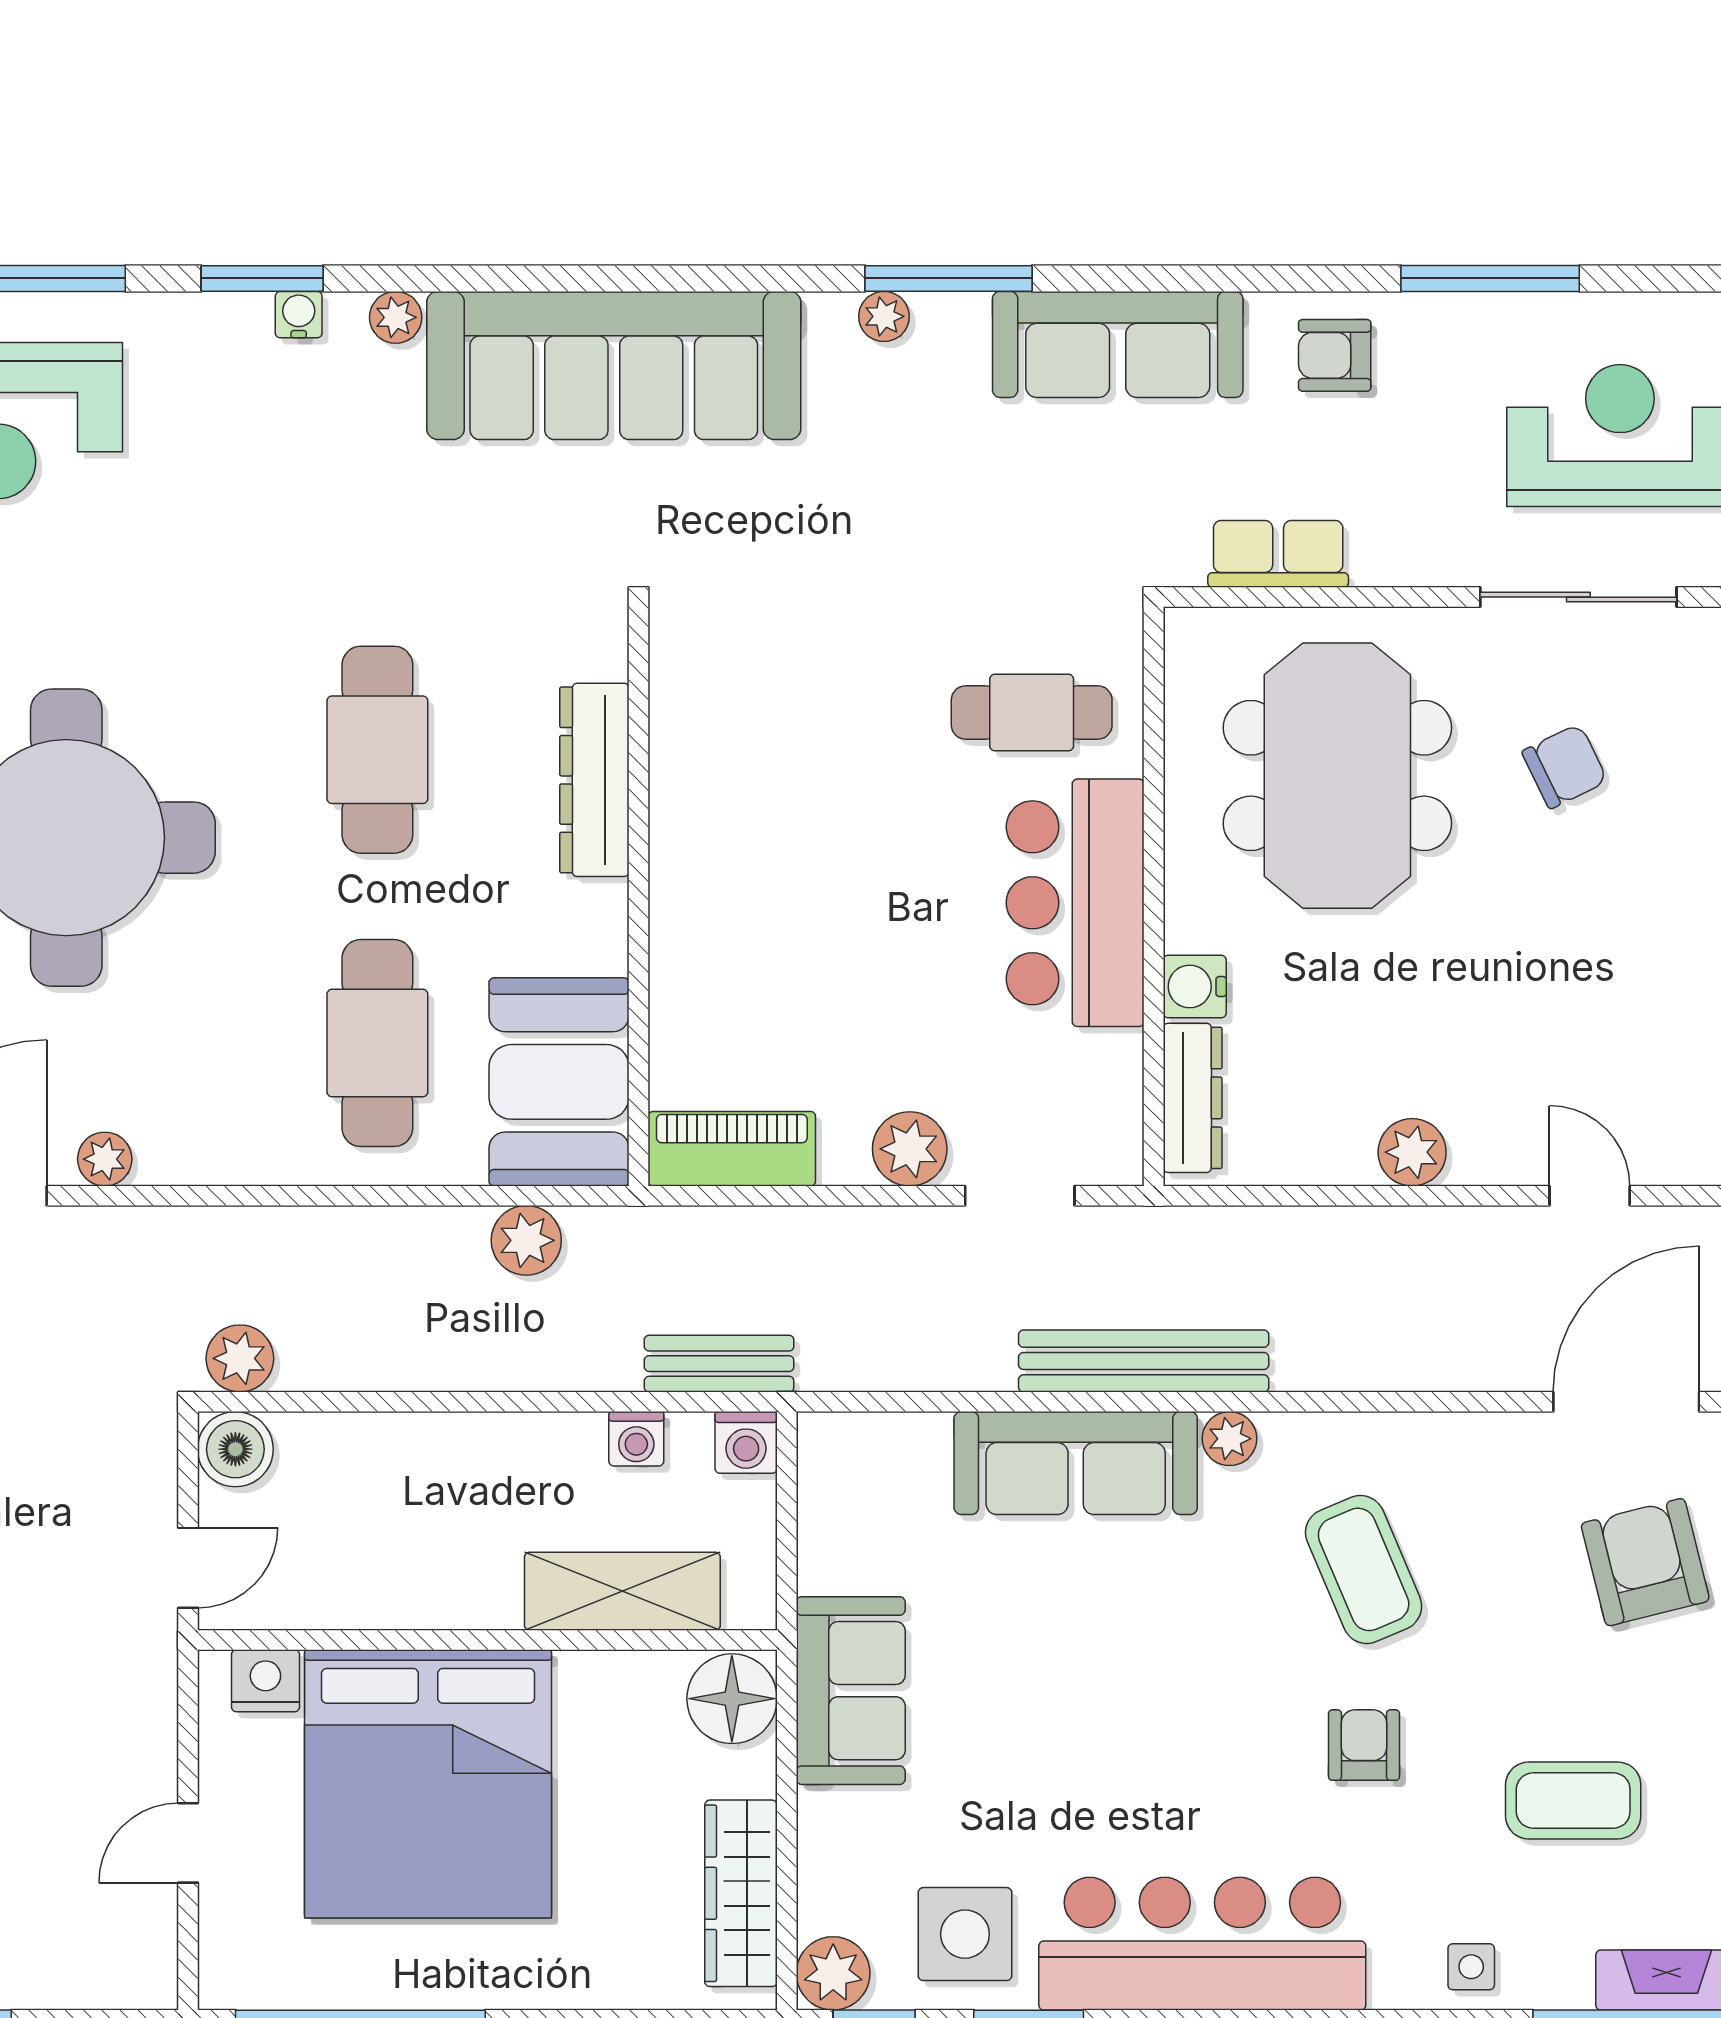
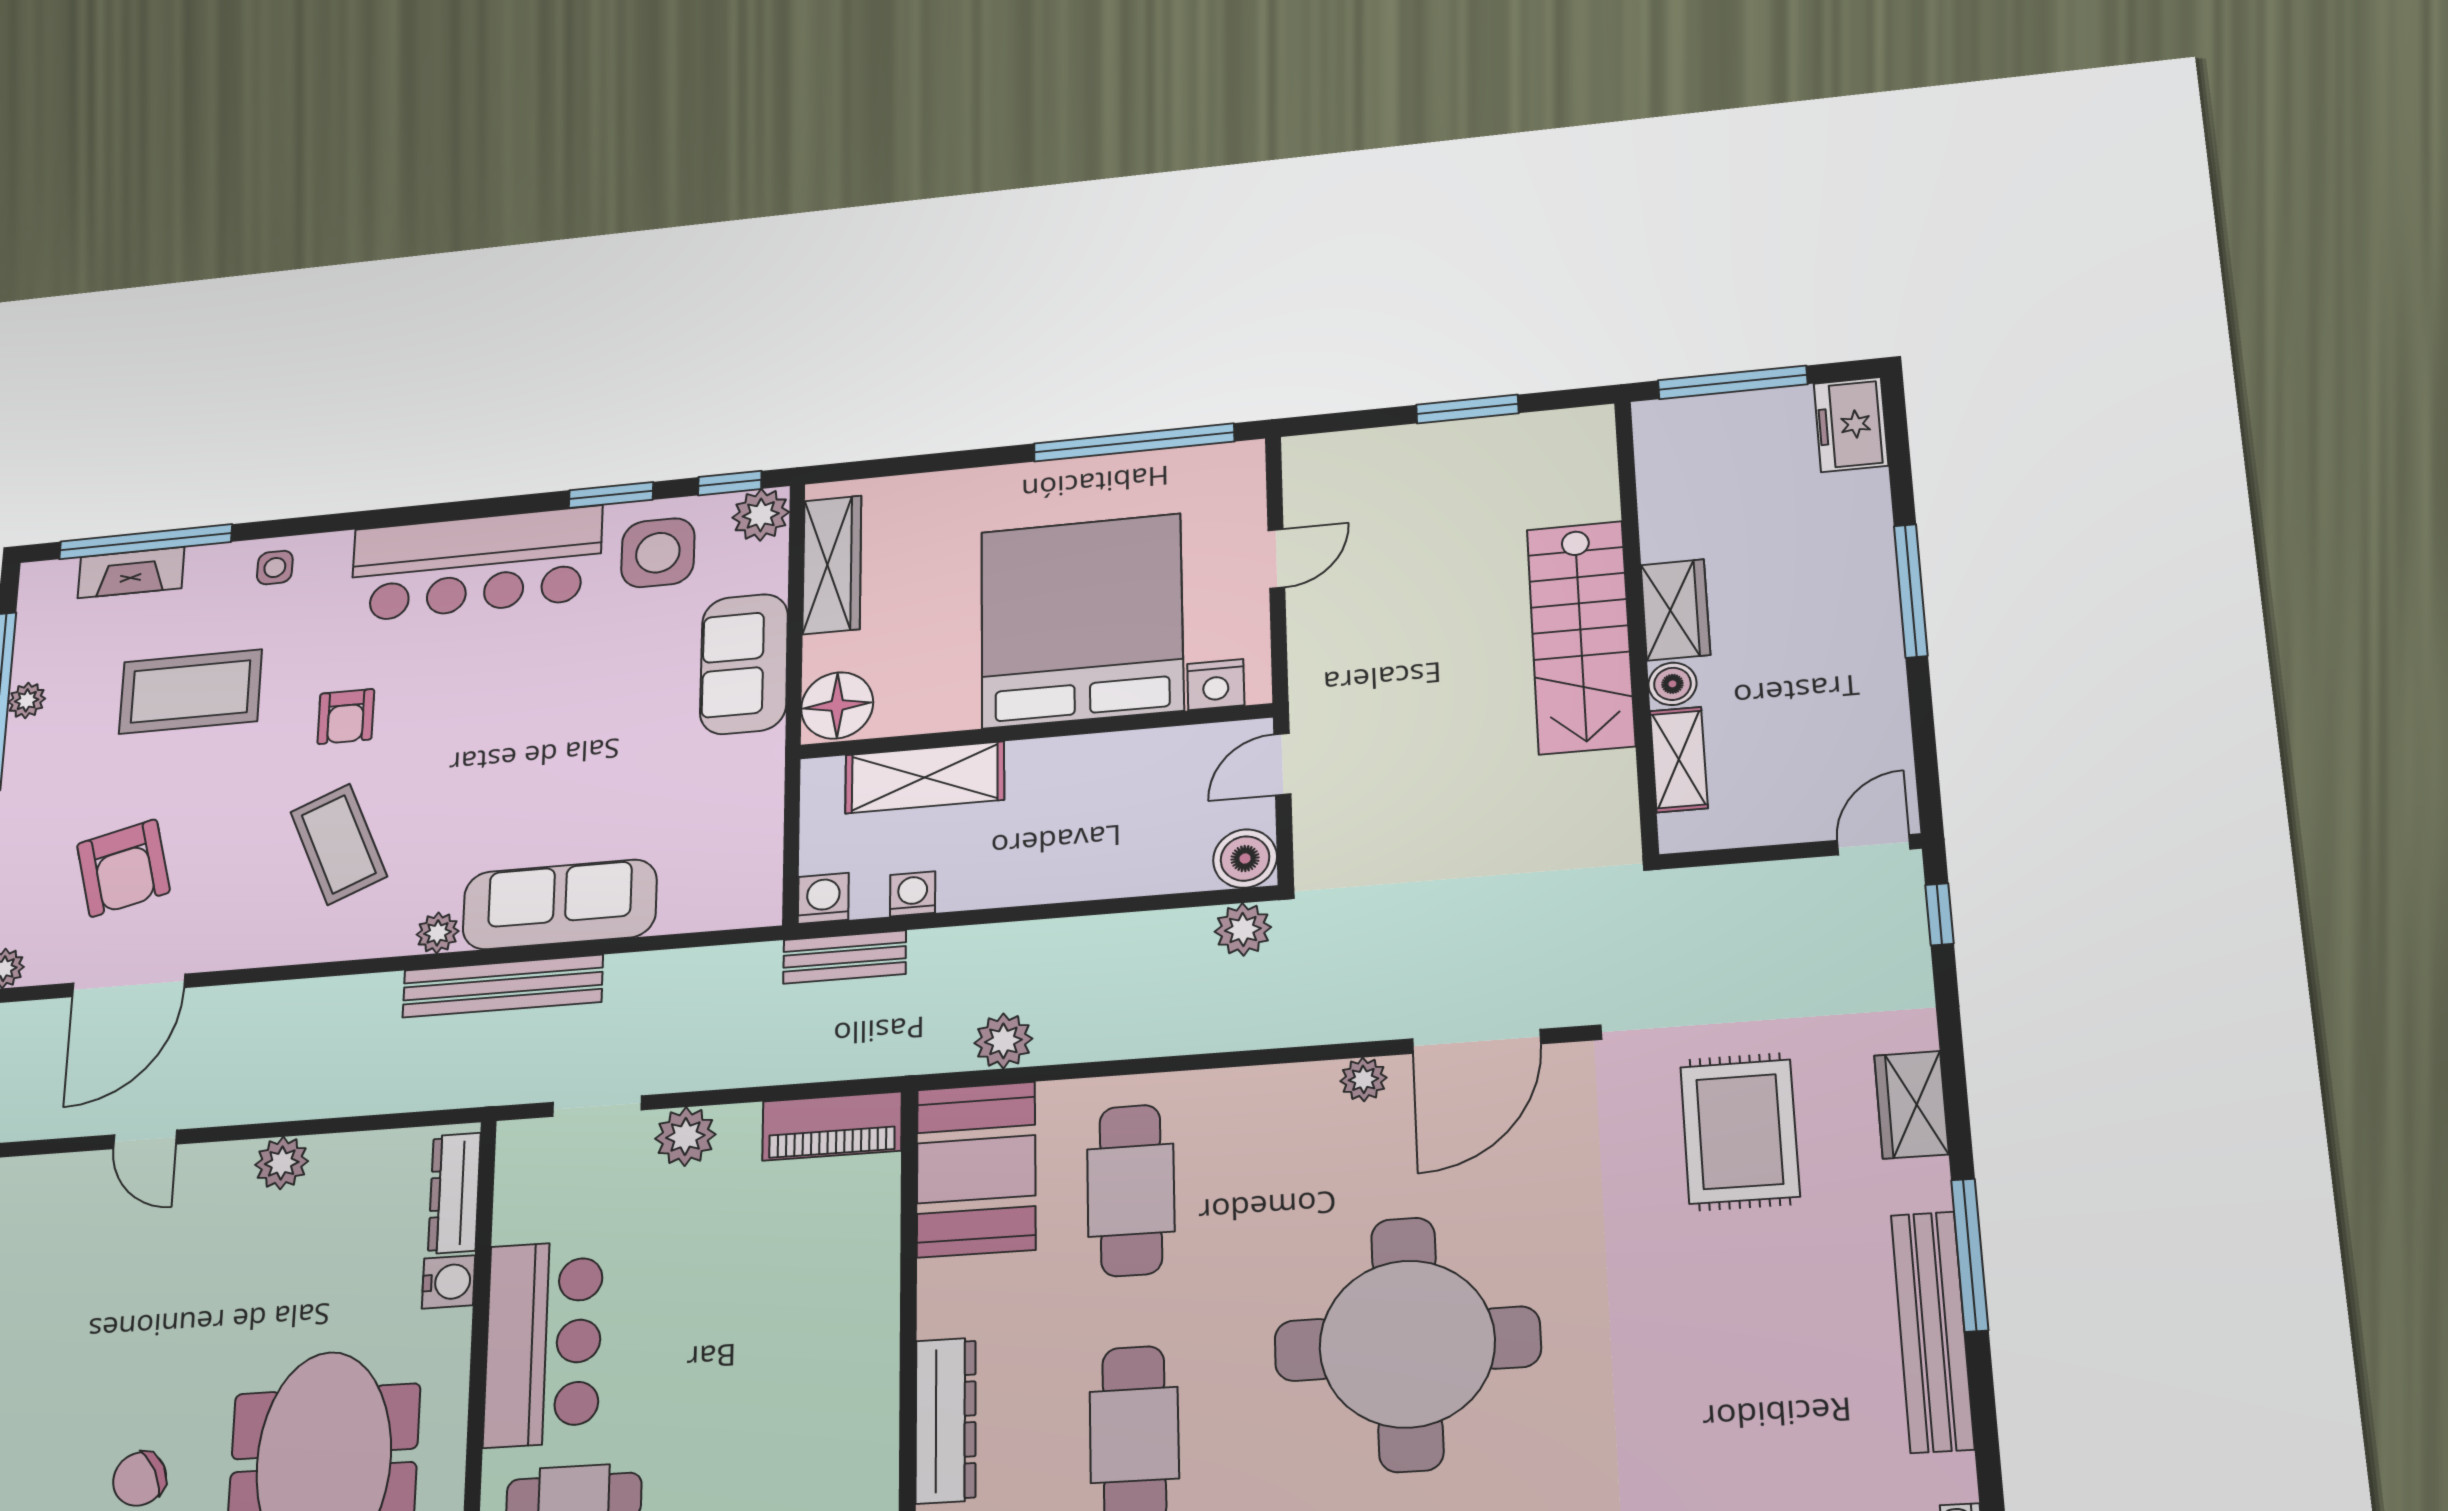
sofa: (851, 1691) -> (744, 664), moved
coffee table: (1573, 1800) -> (190, 692), width x1.36, depth x1.32

